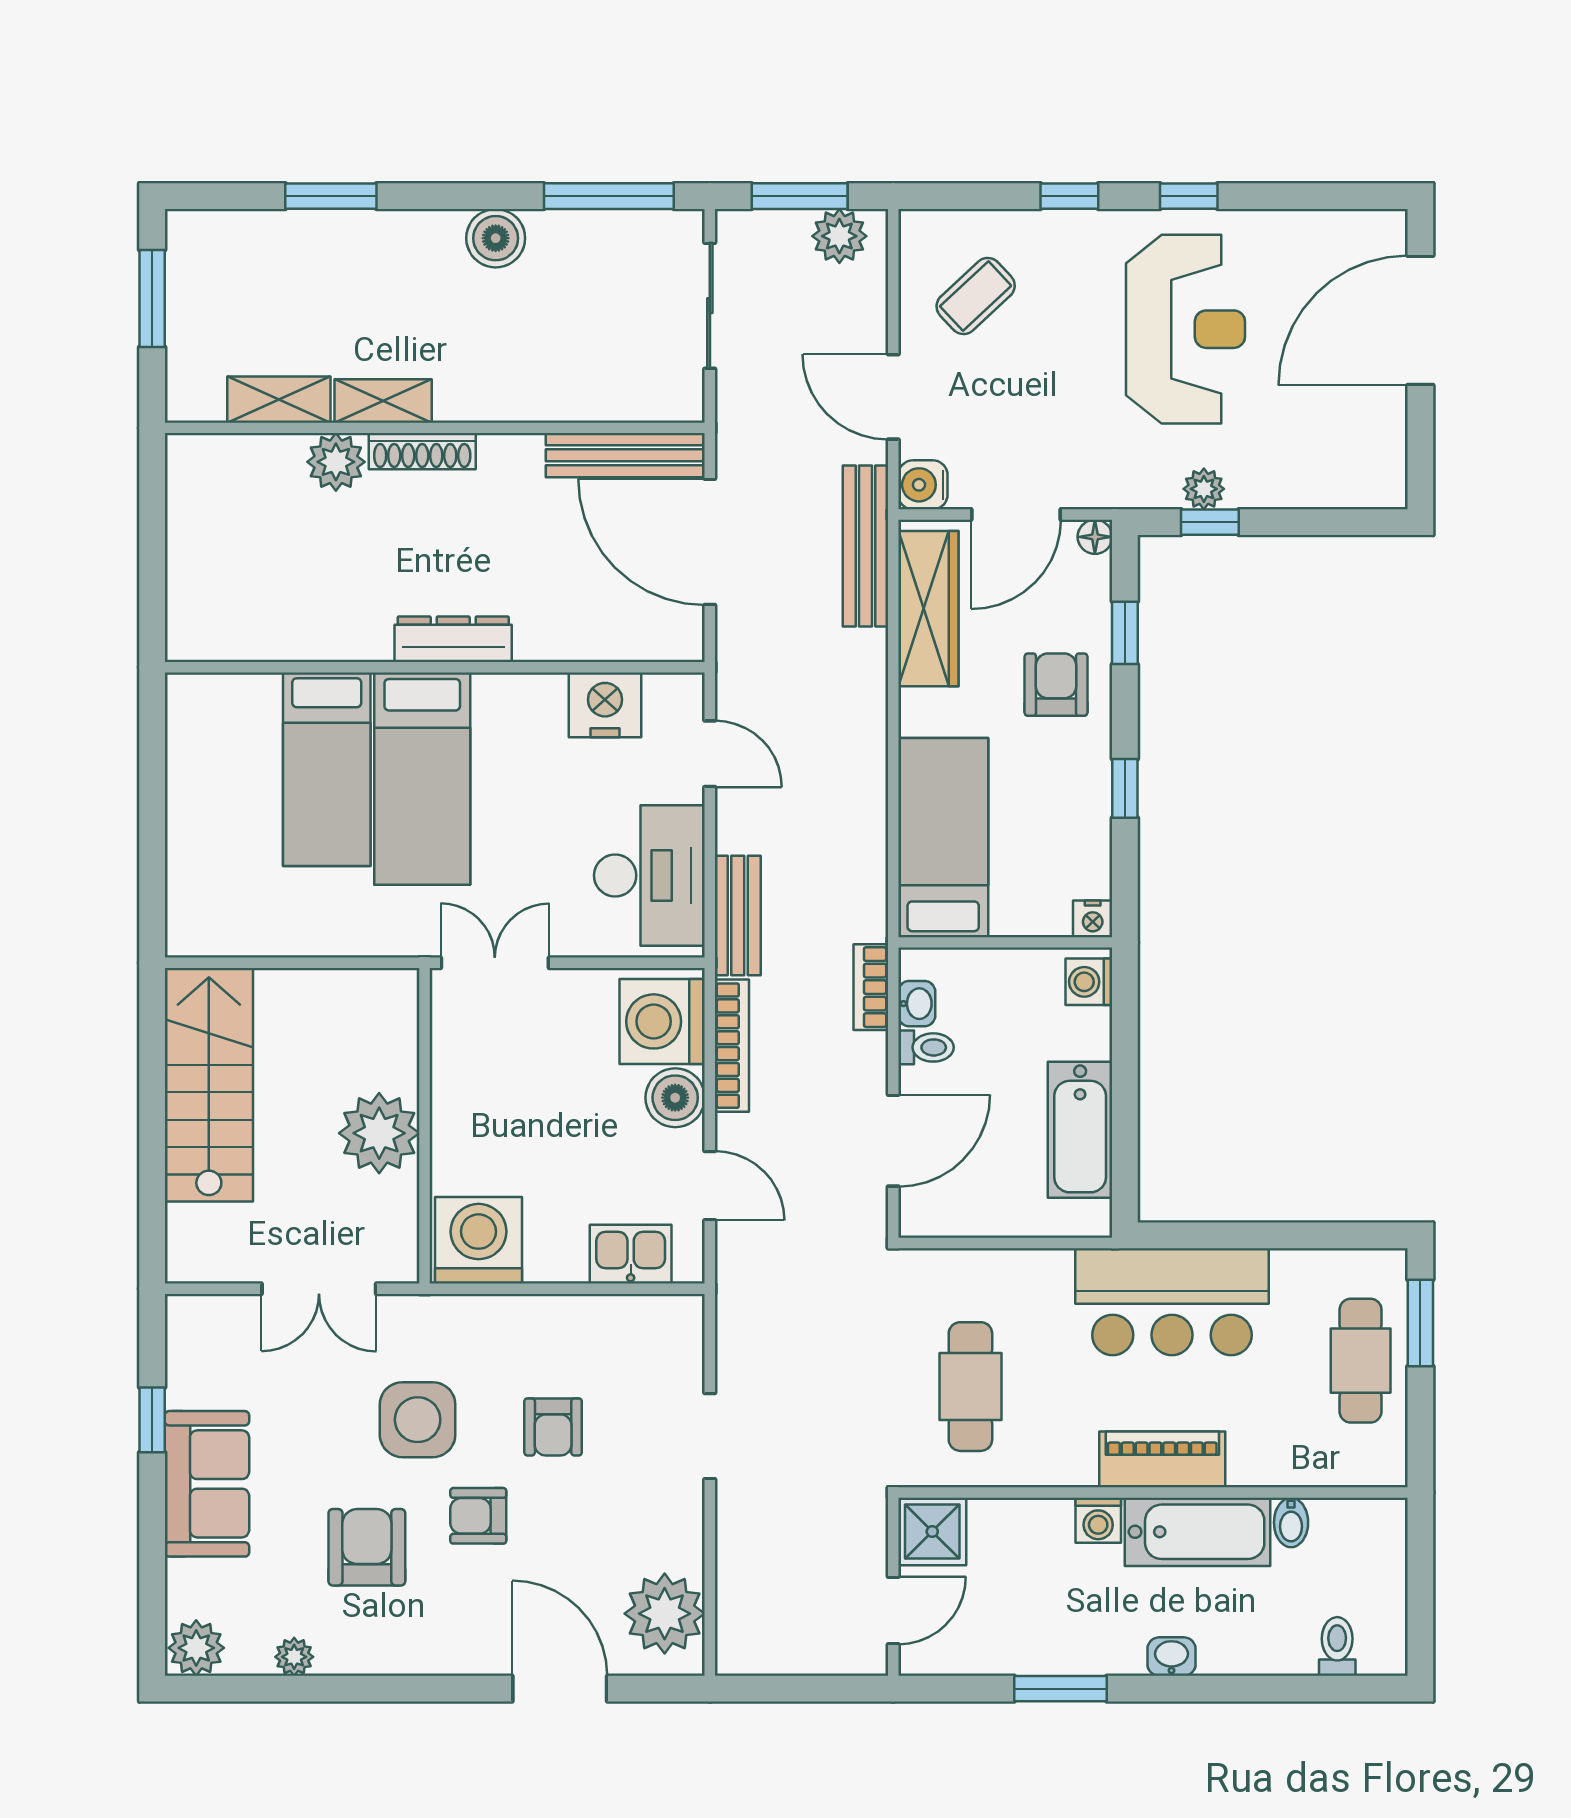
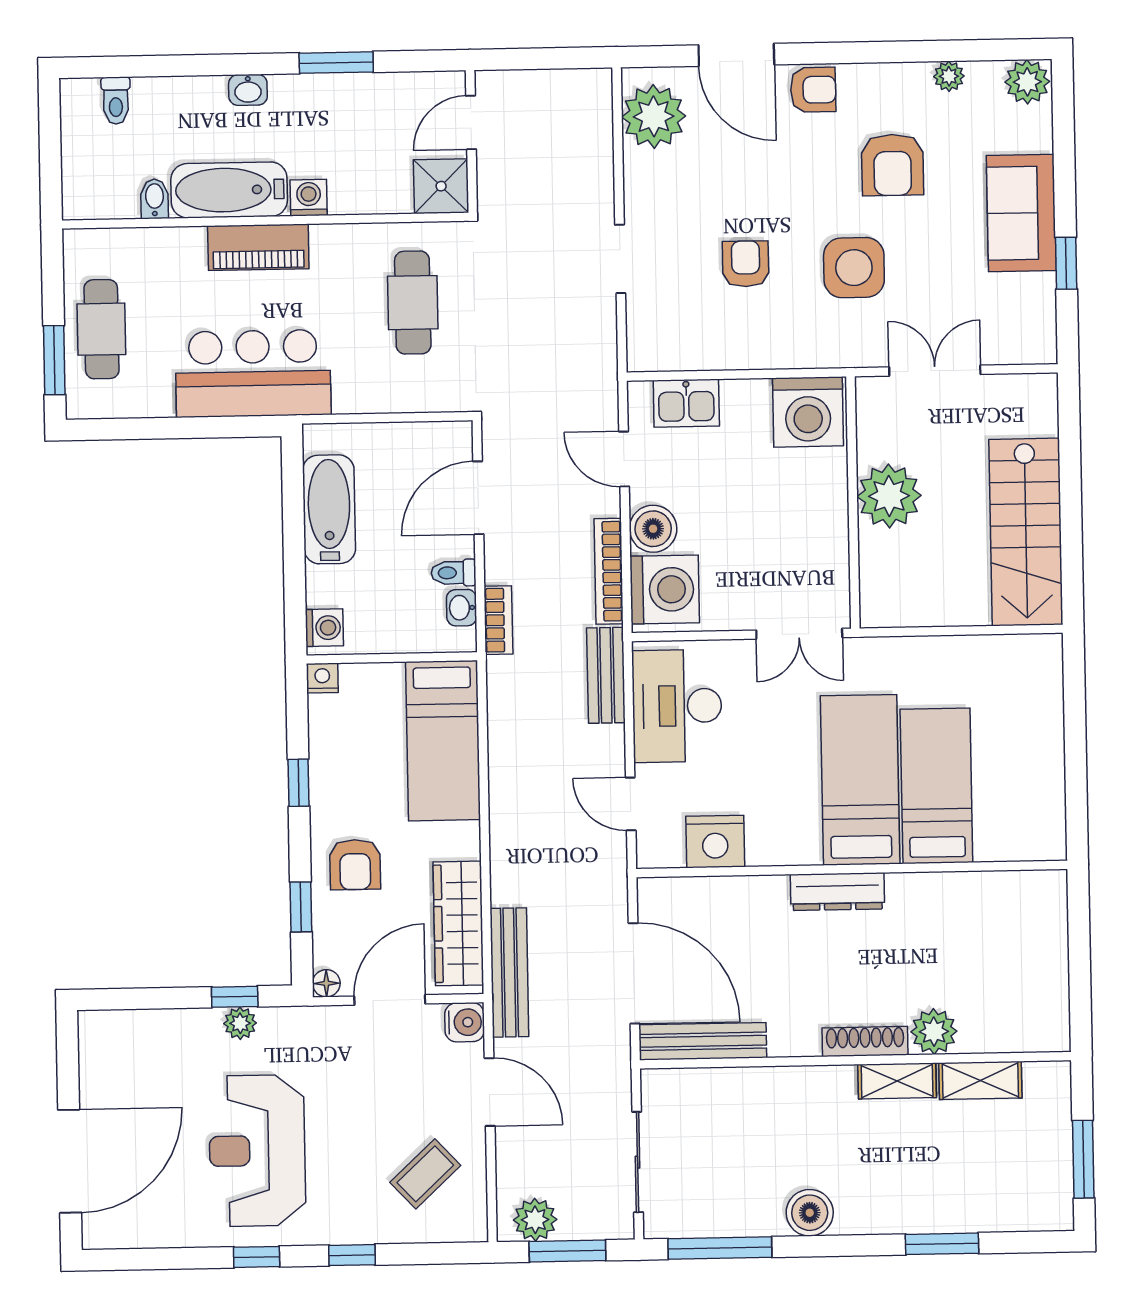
armchair: (478, 1516) -> (813, 90), moved

